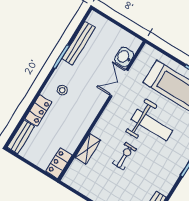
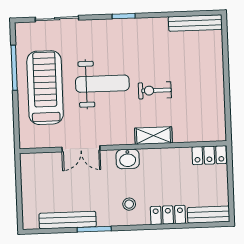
washbasin: (124, 57) -> (128, 159), moved
weight bench: (152, 125) -> (102, 84), turned 90
shelving: (88, 149) -> (153, 136), moved

